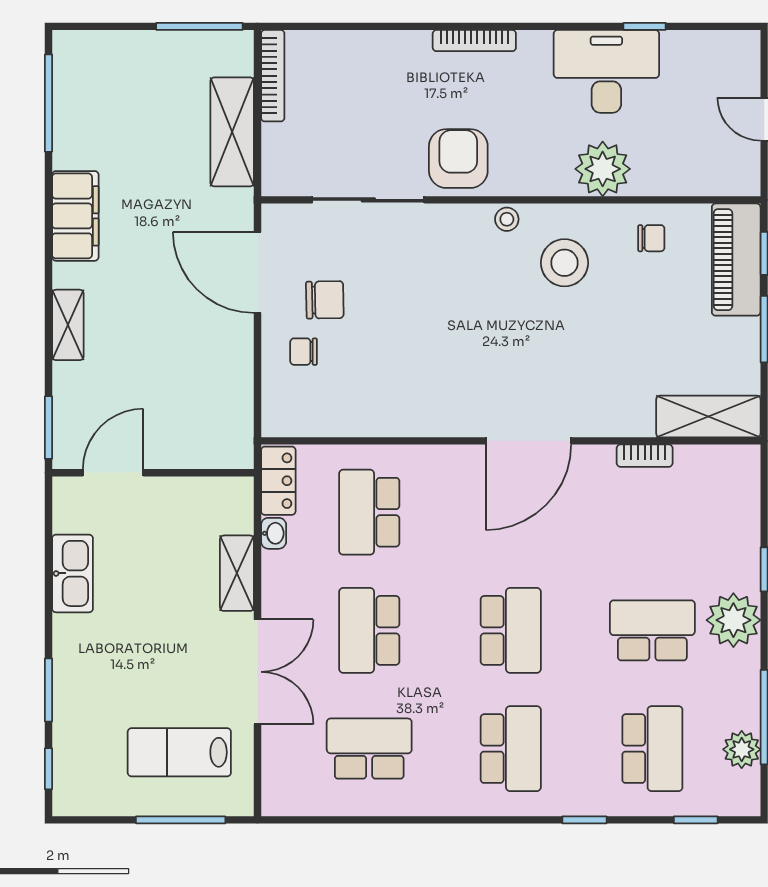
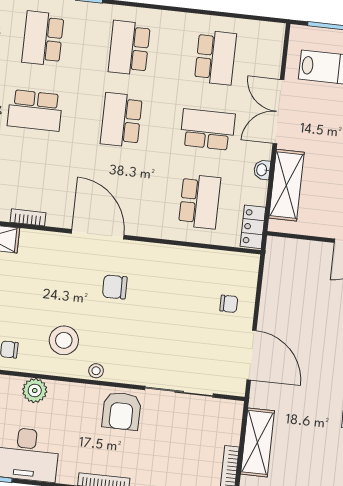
plant: (603, 169) -> (35, 390), width x0.73, depth x0.73
chair: (325, 300) -> (115, 287), moved
door: (528, 441) -> (98, 234), hinge flipped
washbasin: (274, 533) -> (262, 170), moved
shelving: (237, 573) -> (286, 185), width x1.50, depth x1.33
school desk: (369, 630) -> (208, 129), turned -90
school desk: (369, 749) -> (215, 57), turned -90

